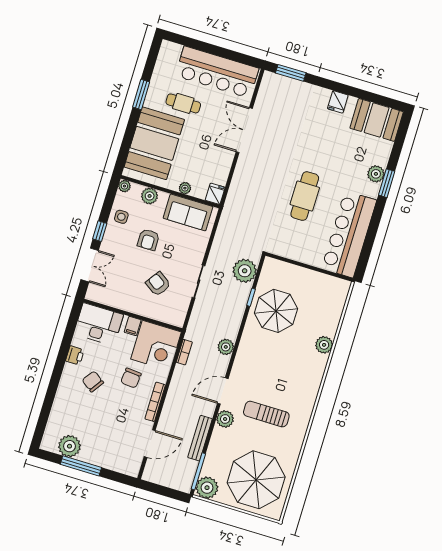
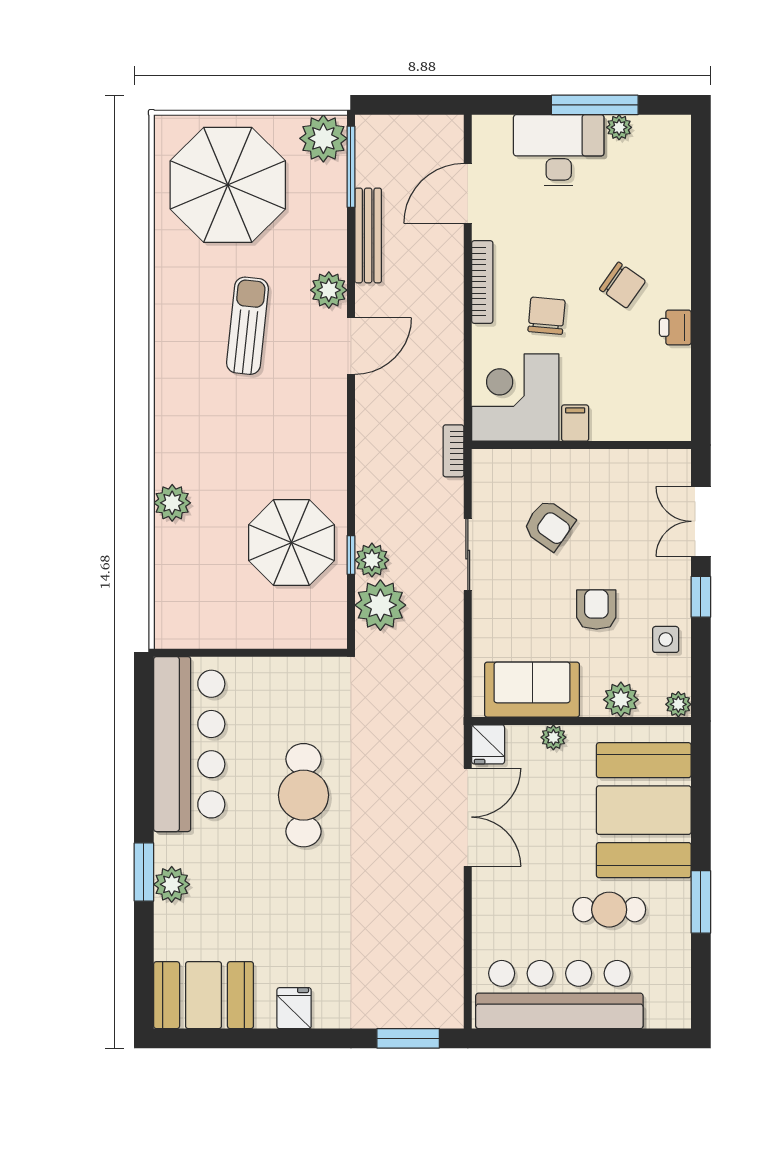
double door: (244, 130) -> (468, 817), moved
desk: (99, 324) -> (559, 150), moved, turned 180
plant: (226, 347) -> (372, 560), moved
bookcase: (184, 352) -> (453, 451), moved
sun lounger: (266, 414) -> (247, 326), turned -84
plant: (69, 446) -> (619, 127), width x0.53, depth x0.53

